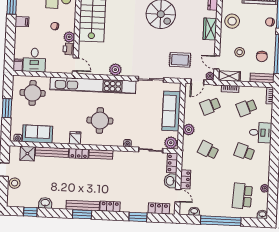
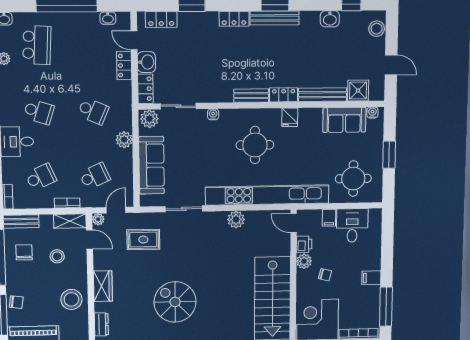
filing cabinet: (18, 65) -> (329, 218), moved
stool: (15, 183) -> (377, 29), moved

